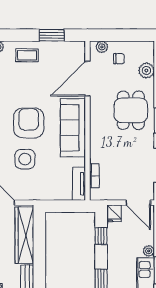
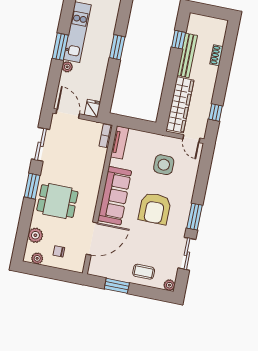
plant: (102, 47) -> (37, 258), moved
dining table: (131, 110) -> (57, 201), turned 90
side table: (25, 159) -> (164, 165), moved
bookcase: (94, 176) -> (106, 136), moved
window: (101, 236) -> (109, 90), removed

